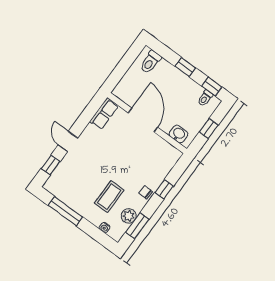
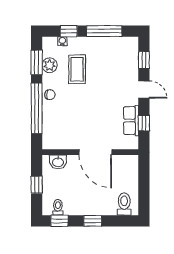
row of seats: (104, 114) -> (131, 121), moved
window: (88, 115) -> (144, 123), added
window: (164, 189) -> (37, 108), width x3.17
window: (94, 232) -> (69, 31), added

